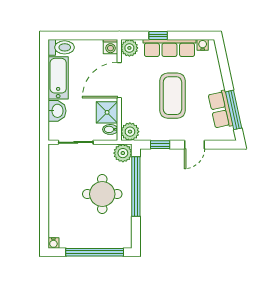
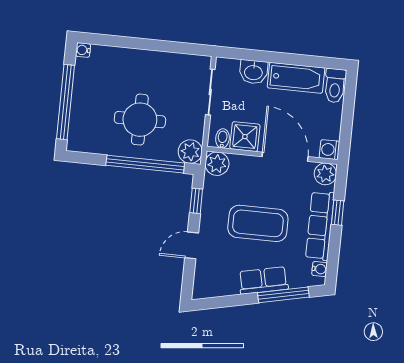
row of seats: (221, 109) -> (263, 280), moved
window: (234, 110) -> (283, 295), moved
door: (194, 145) -> (192, 245), hinge flipped

